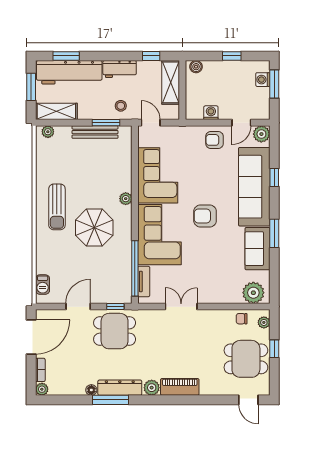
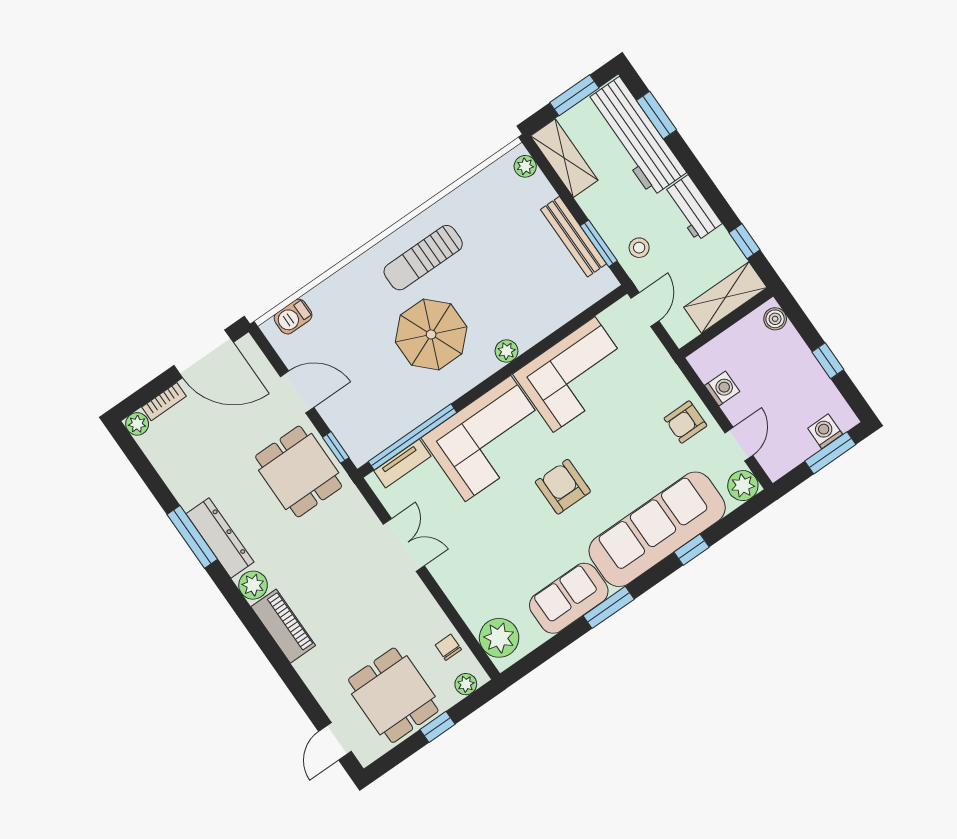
door: (241, 123) -> (739, 444), swing flipped
armchair: (214, 140) -> (685, 422), turned -90
floor lamp: (91, 390) -> (187, 498), removed

